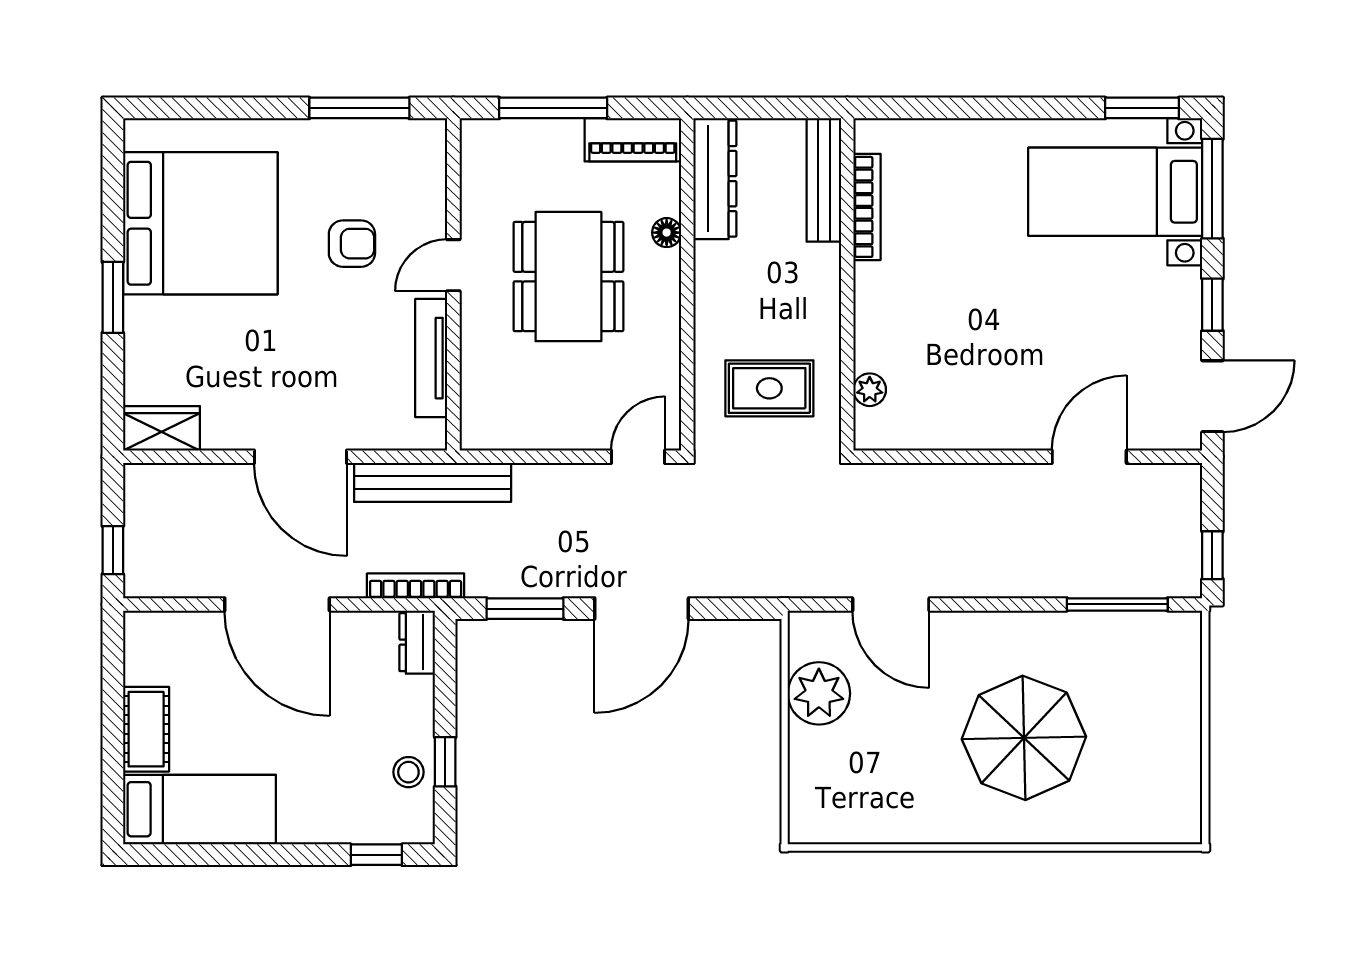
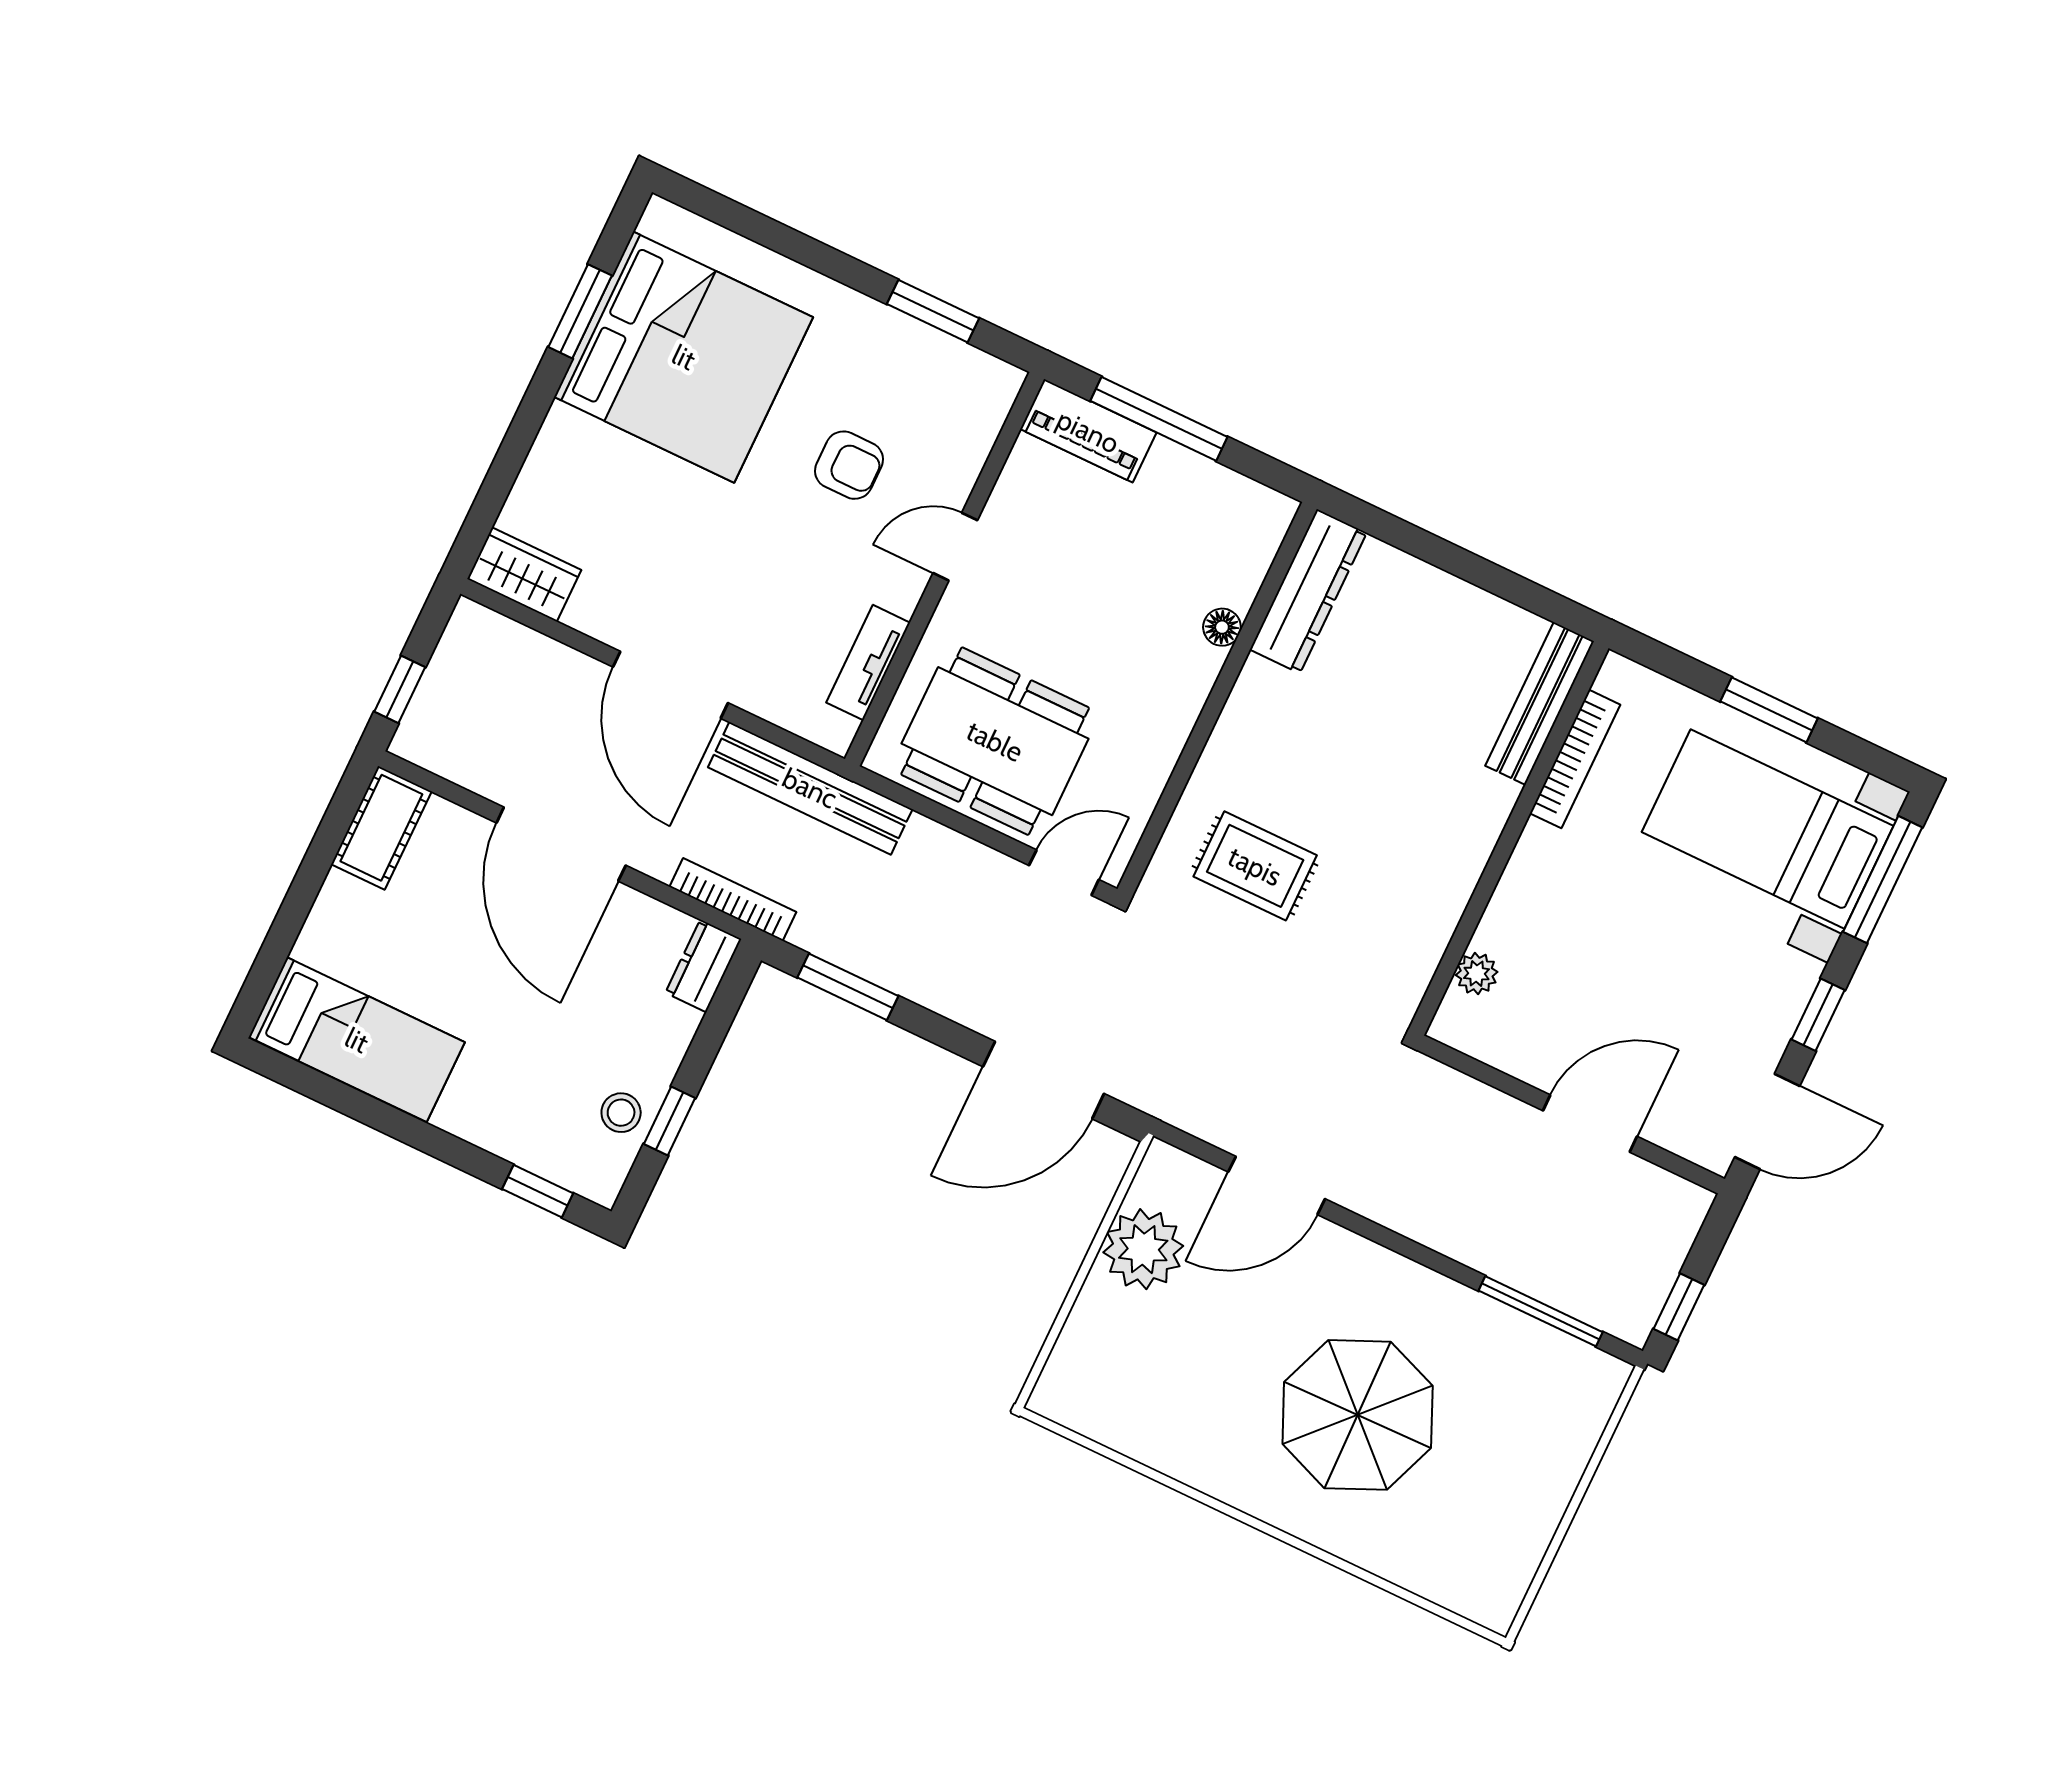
window: (359, 108) -> (933, 311), width x0.69
window: (1142, 108) -> (1769, 710), moved
piano: (633, 140) -> (1088, 431), moved
bench: (824, 180) -> (1540, 703), moved
bookcase: (867, 207) -> (1575, 759), moved
dining table: (568, 277) -> (995, 741), moved, turned 90
wall: (847, 284) -> (1509, 838), moved
window: (113, 297) -> (580, 311), moved
tv unit: (431, 358) -> (868, 663), width x0.71
plant: (870, 390) -> (1477, 974), moved
door: (891, 604) -> (1277, 1185), hinge flipped
door: (642, 609) -> (1044, 1080), moved
cot: (146, 729) -> (381, 828), moved

